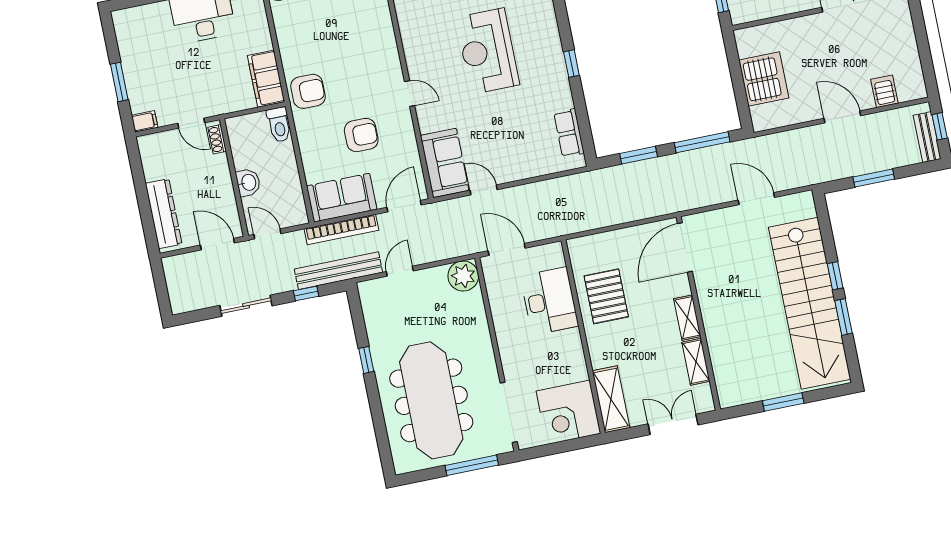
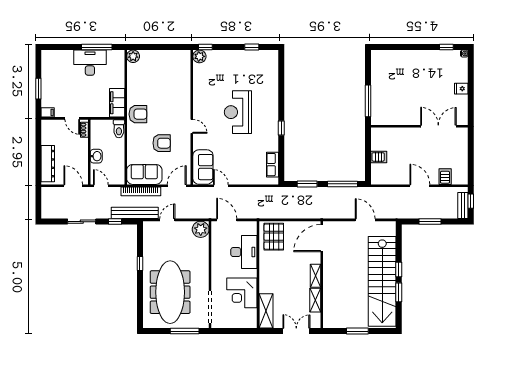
server rack: (764, 79) -> (379, 157), width x0.46, depth x0.70
pallet: (606, 296) -> (274, 237), moved
corner desk: (568, 412) -> (242, 293), moved

